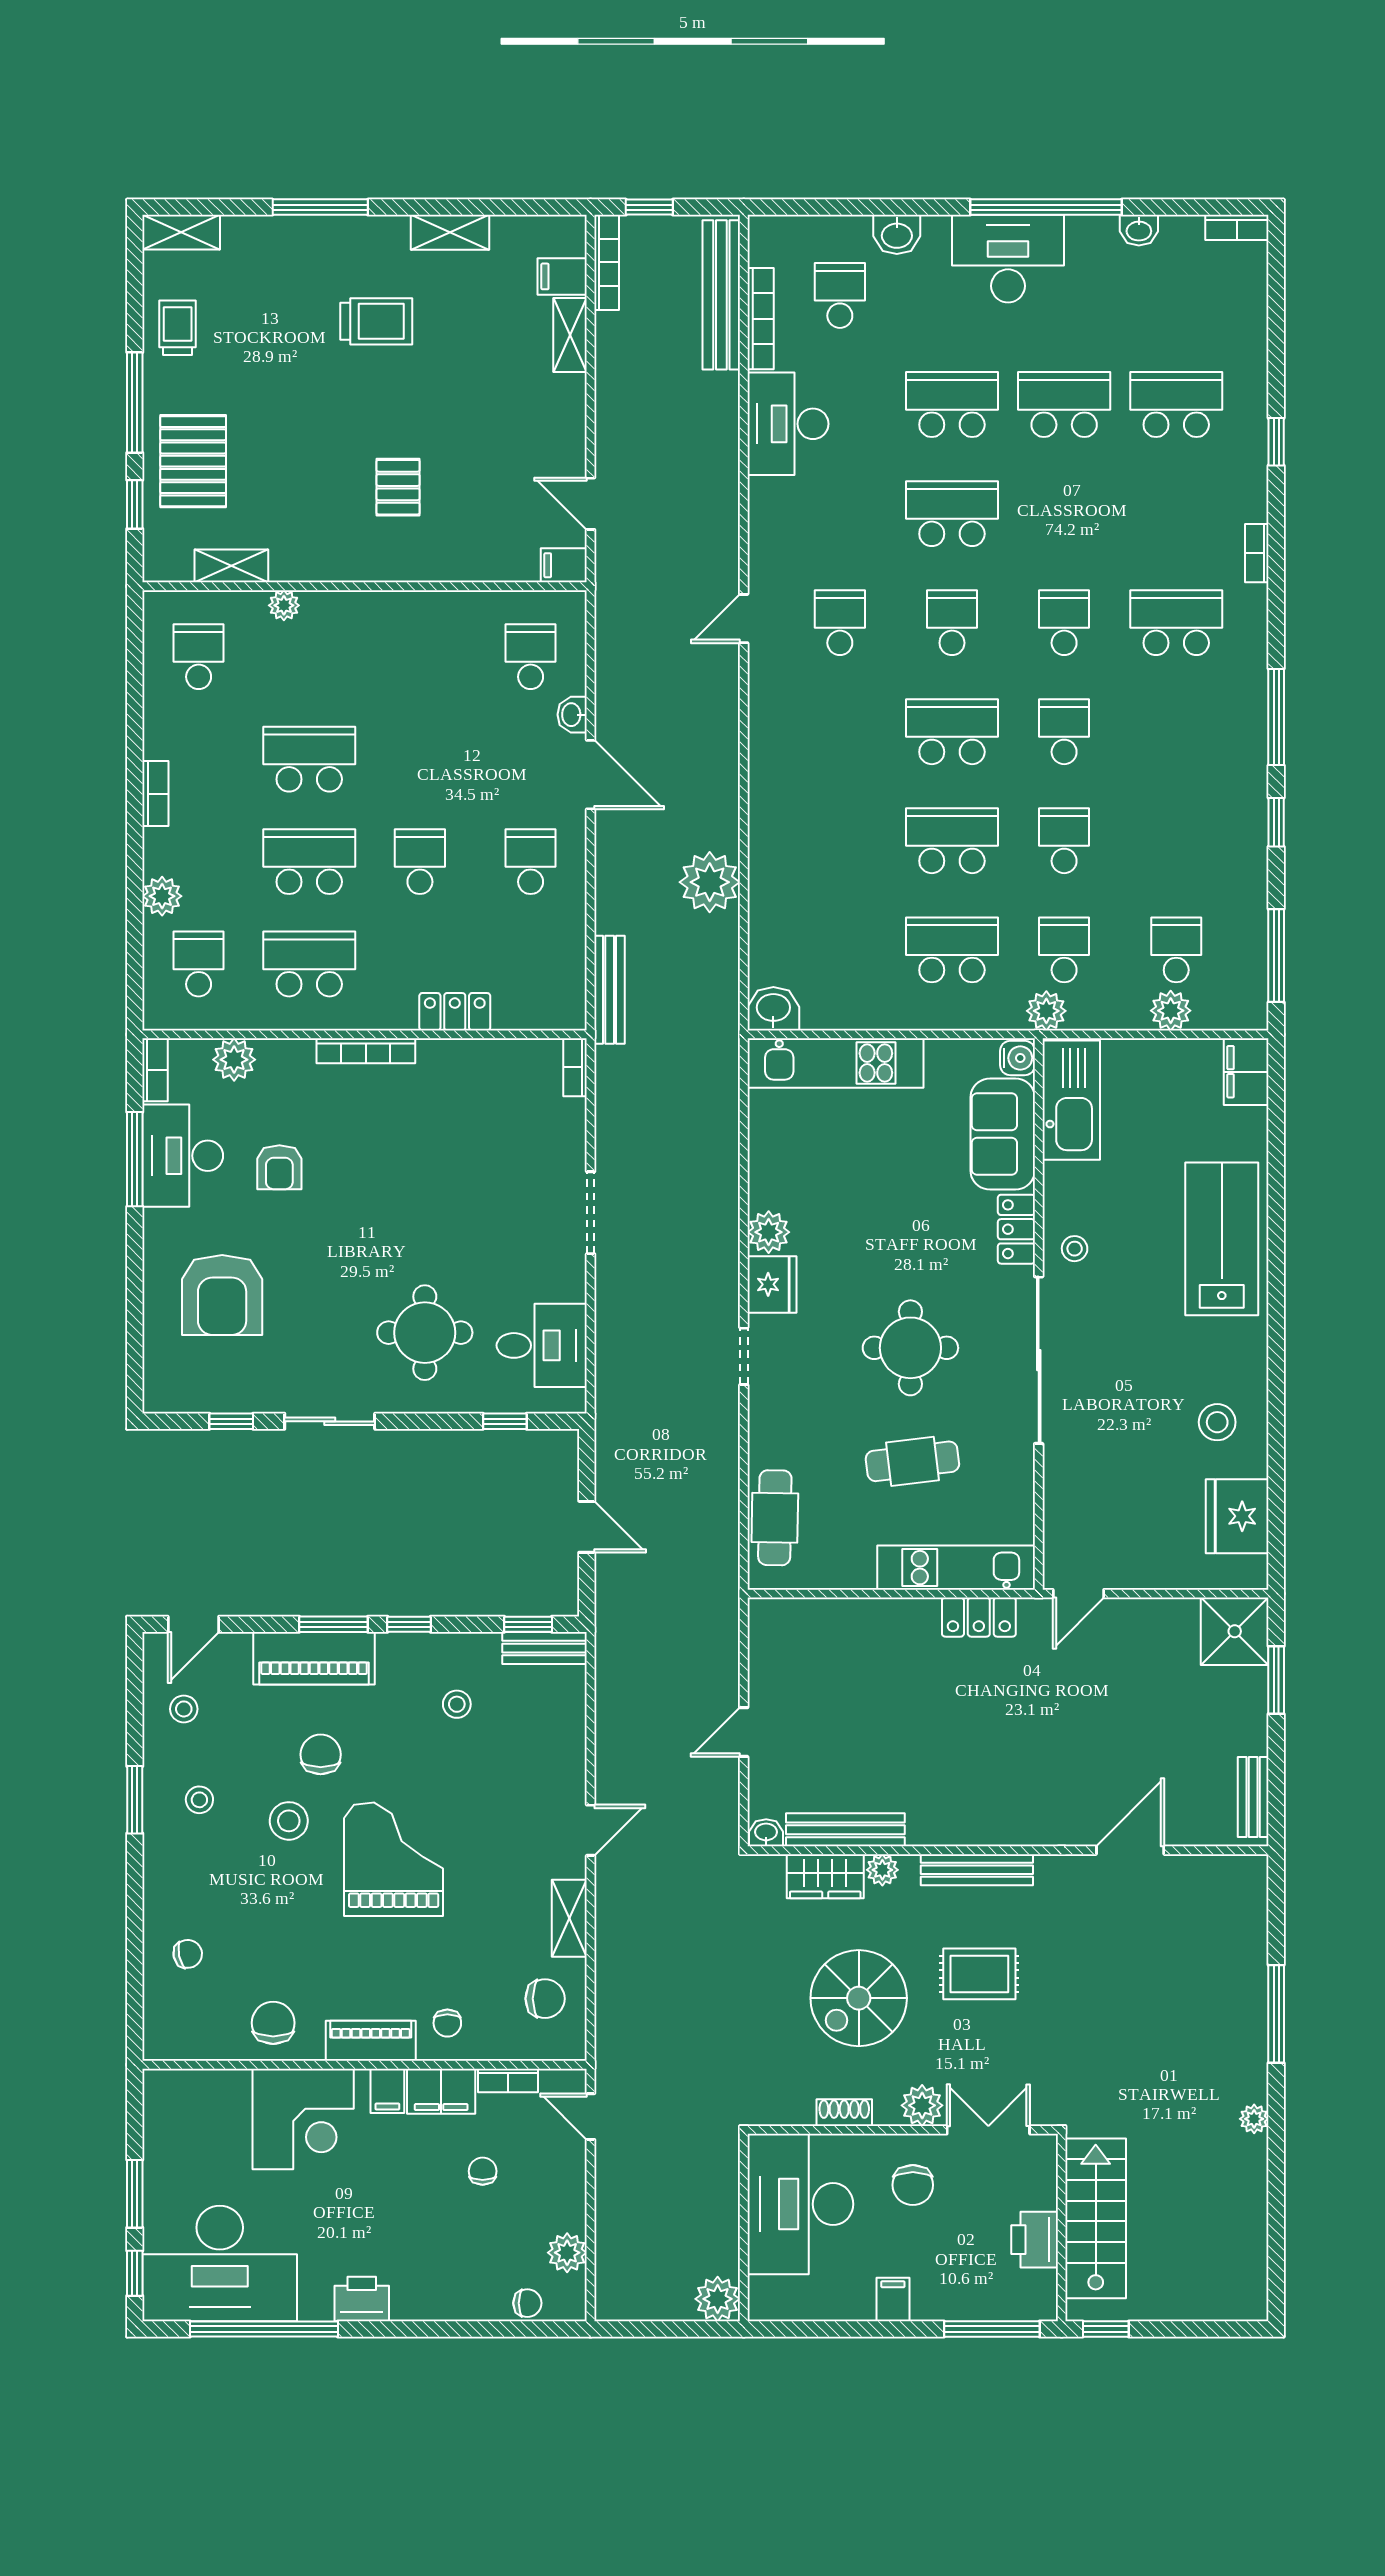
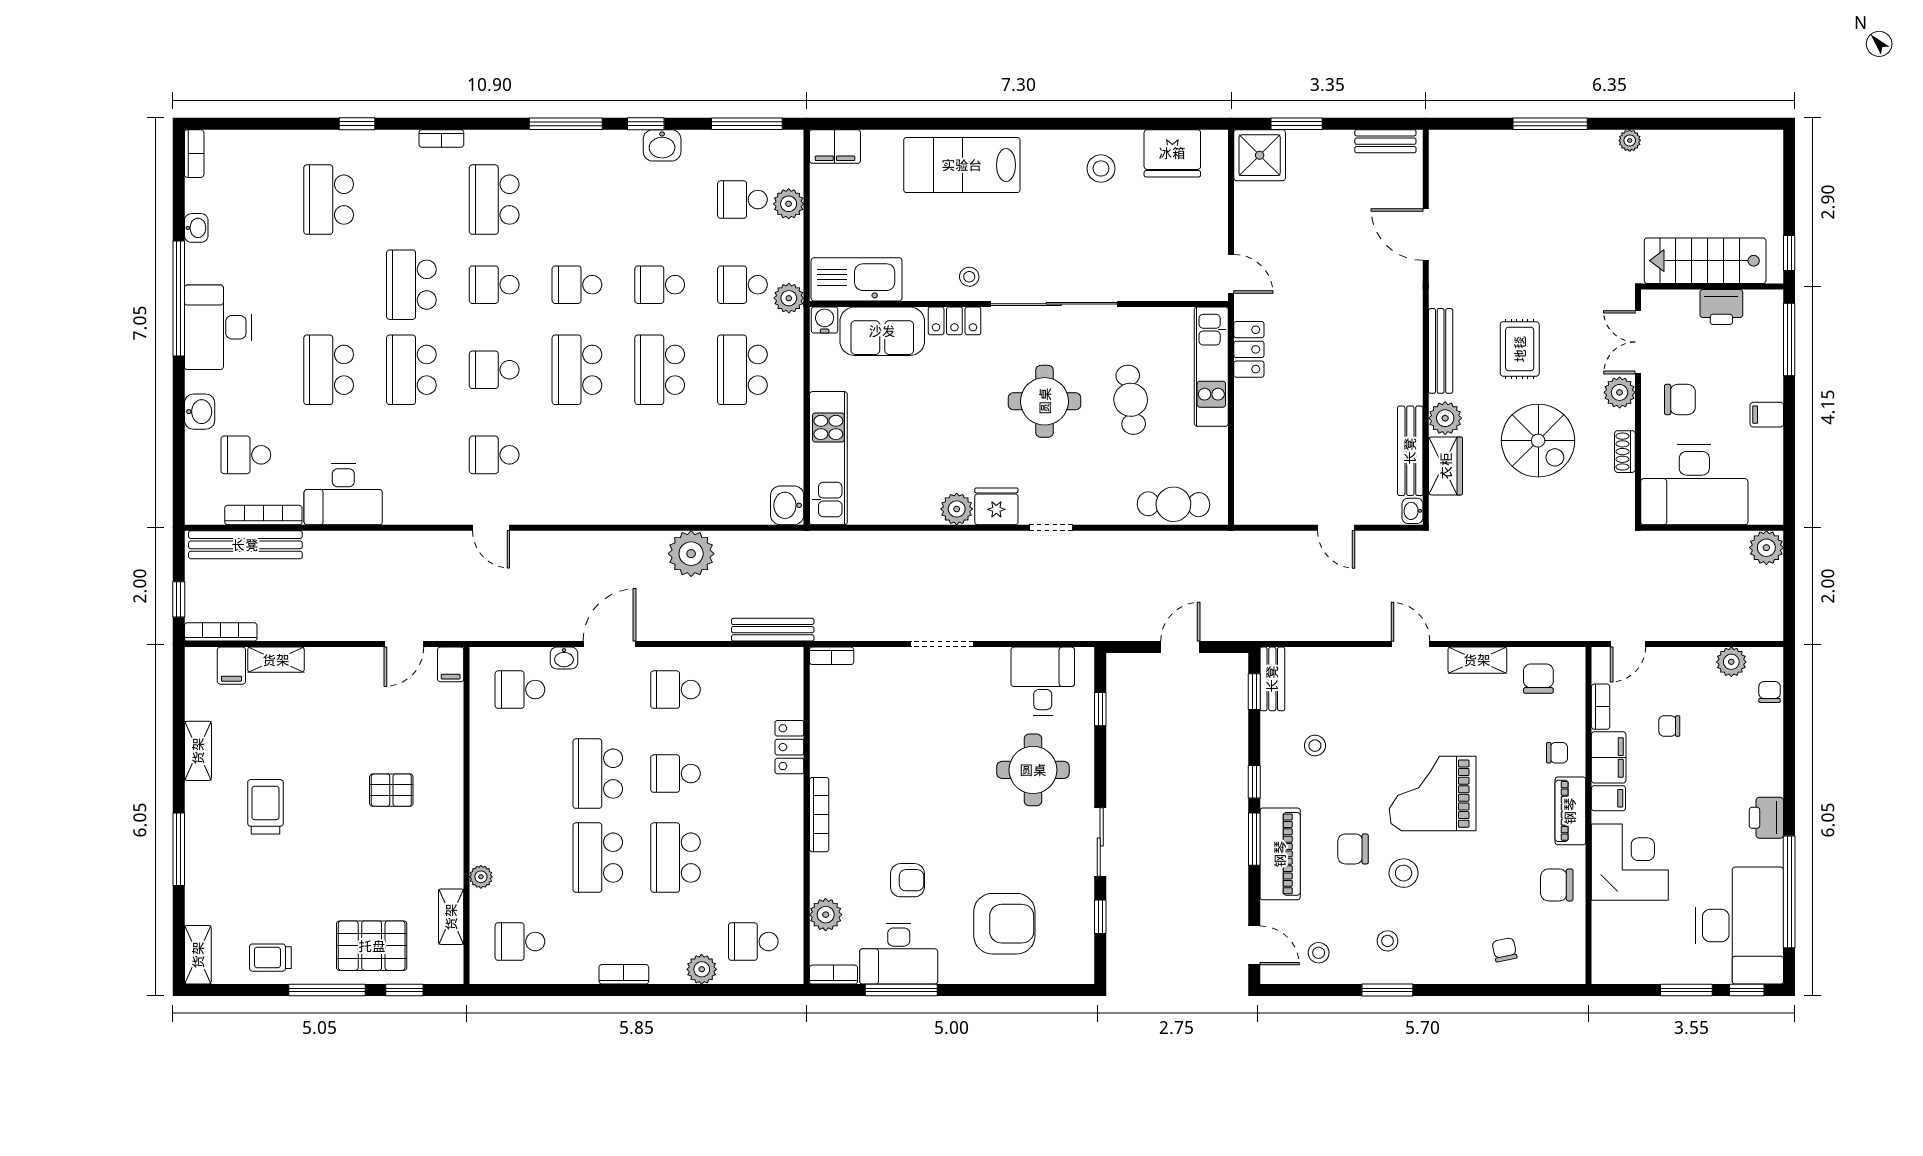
school desk: (1064, 405) -> (411, 285), moved
washbasin: (1248, 844) -> (662, 145), added
school desk: (309, 964) -> (598, 774), moved
plant: (882, 1870) -> (1445, 418), width x1.38, depth x1.38

